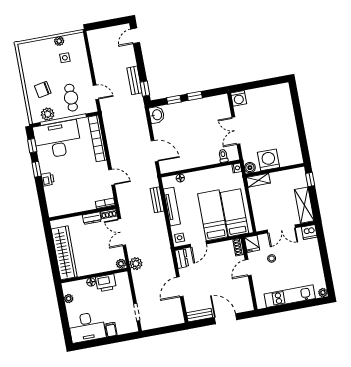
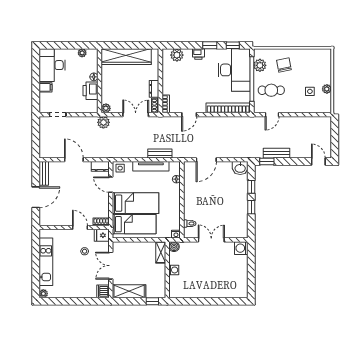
washing machine: (269, 160) -> (174, 270), width x0.53, depth x0.53
plant: (53, 201) -> (177, 55), added

